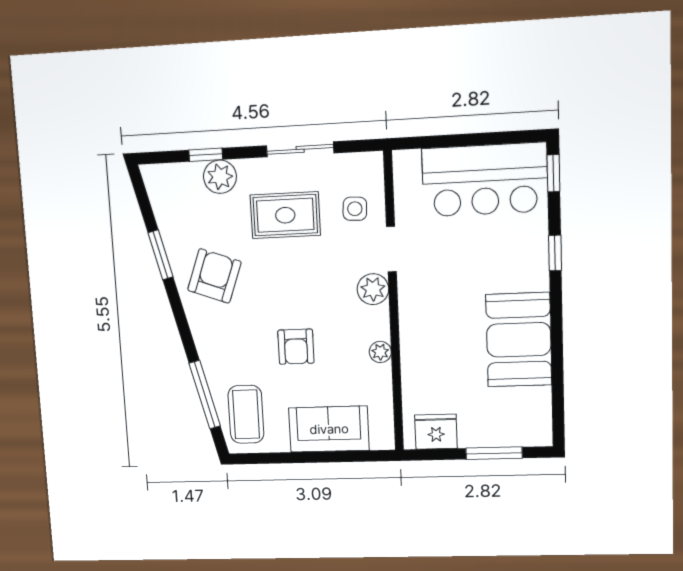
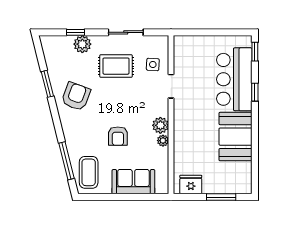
bar counter: (485, 180) -> (234, 79), moved, turned 90
plant: (373, 289) -> (160, 125), moved

